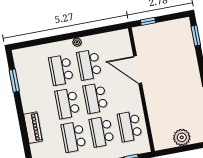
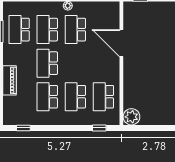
school desk: (95, 98) -> (19, 30), moved
plant: (182, 137) -> (131, 117), moved

